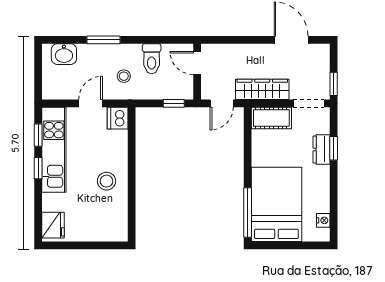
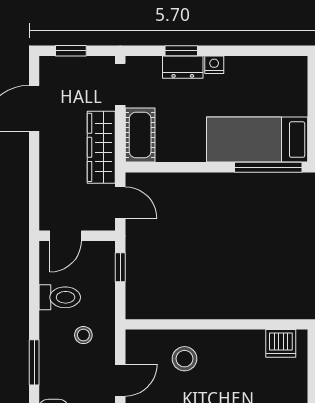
window: (334, 84) -> (71, 51), moved
door: (91, 103) -> (120, 380), swing flipped
dishwasher: (118, 118) -> (281, 343), moved
stool: (106, 181) -> (185, 359), moved
bed: (276, 204) -> (257, 140), width x0.67
nightstand: (323, 220) -> (214, 65), moved

